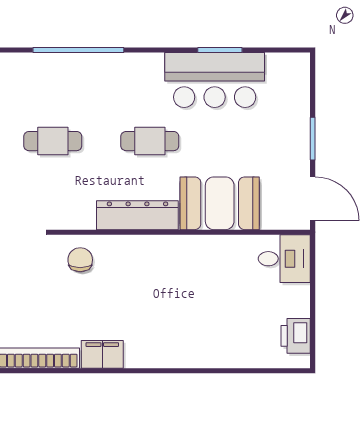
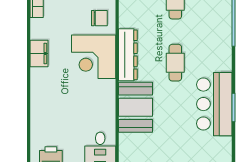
corner desk: (141, 269) -> (94, 57), added
filing cabinet: (102, 354) -> (39, 54), moved

